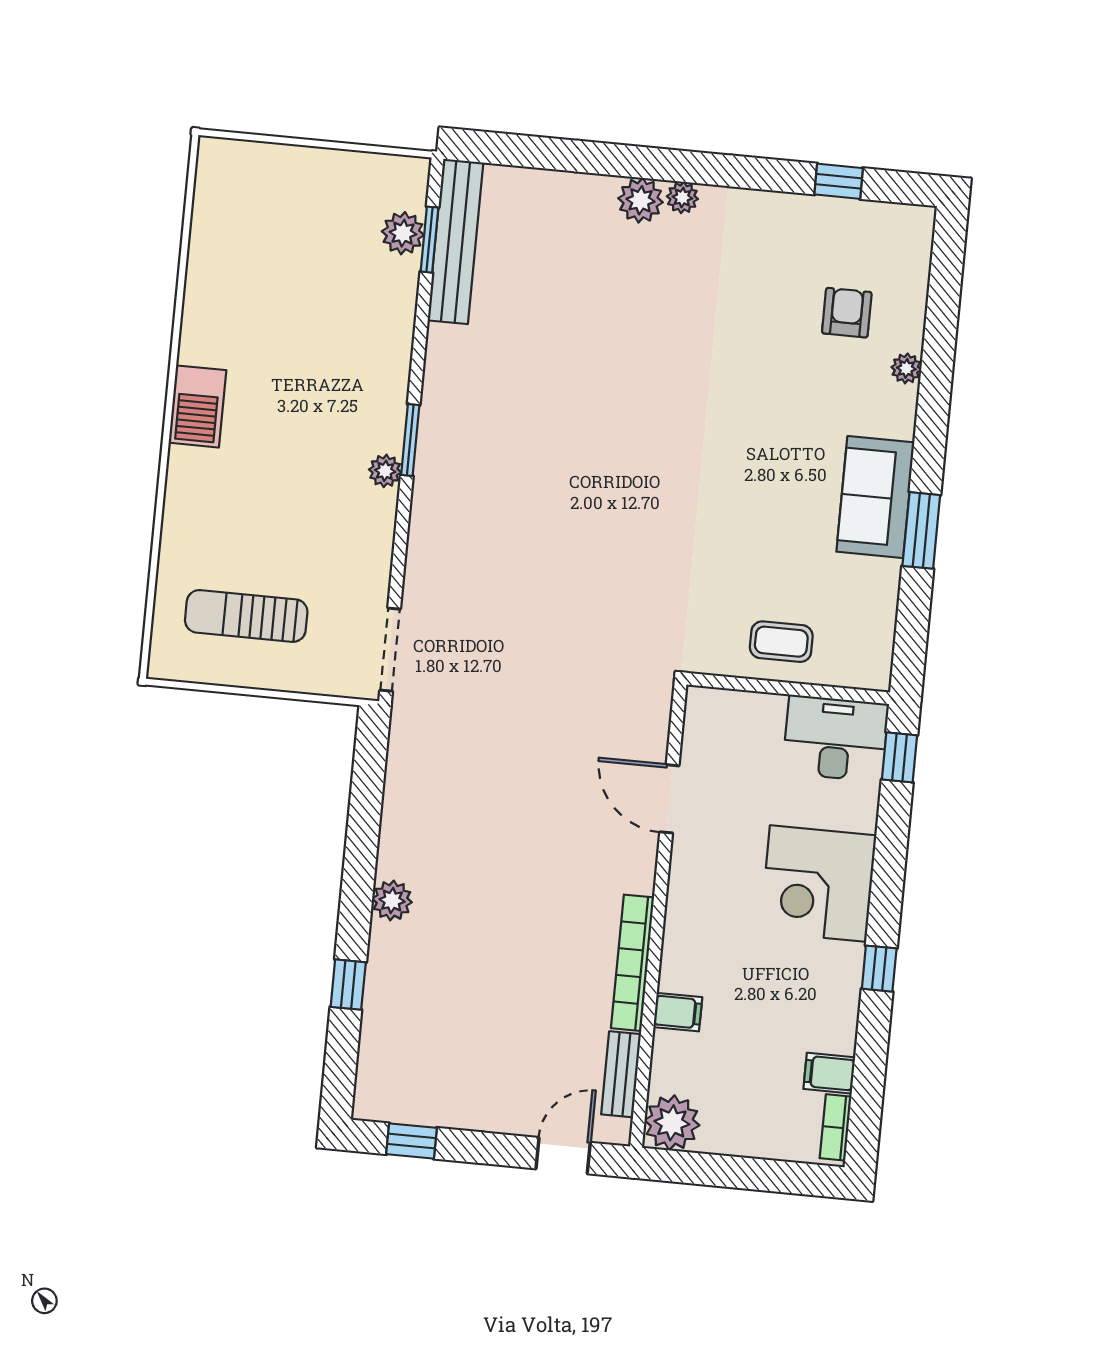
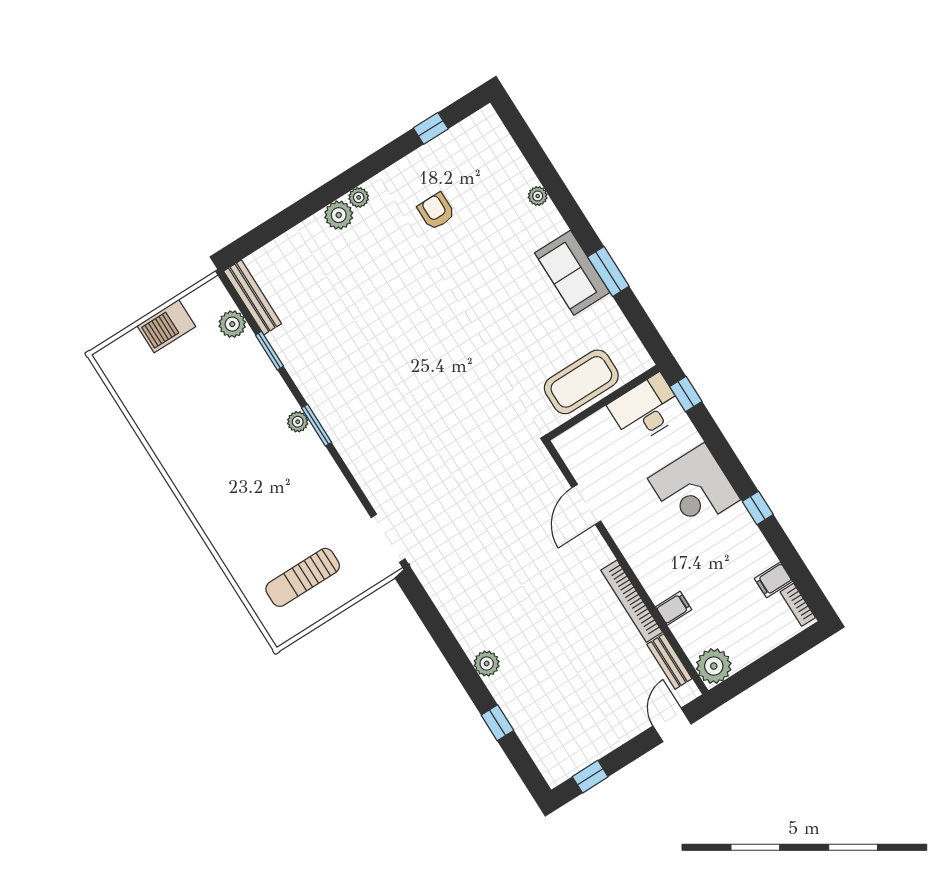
window: (430, 240) -> (269, 351), moved
bench: (456, 241) -> (253, 297), width x0.73, depth x0.82
armchair: (847, 313) -> (436, 211), moved
barbecue: (197, 406) -> (166, 326), moved, turned 90
plant: (385, 471) -> (298, 422), moved
coffee table: (781, 642) -> (581, 382), width x1.86, depth x1.72
door: (669, 799) -> (586, 504), hinge flipped

